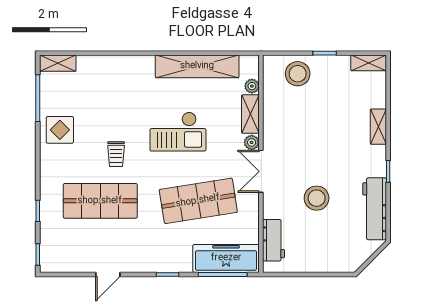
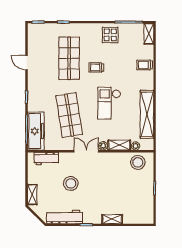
shelving: (369, 63) -> (32, 195), moved
trolley: (112, 71) -> (145, 65), added
stool: (298, 74) -> (138, 162), moved

